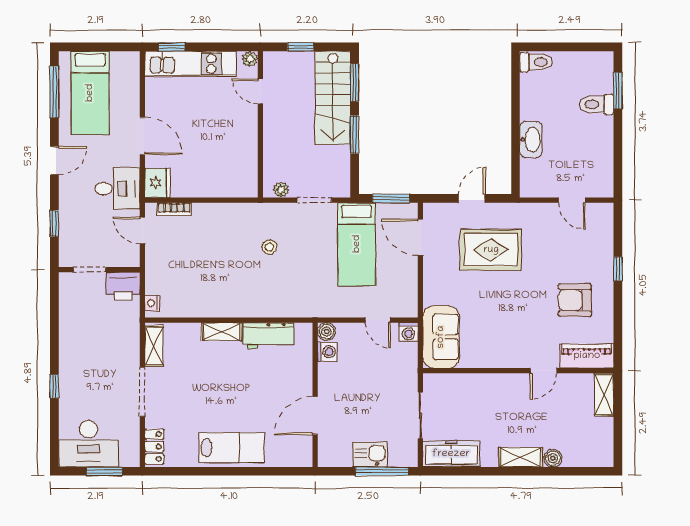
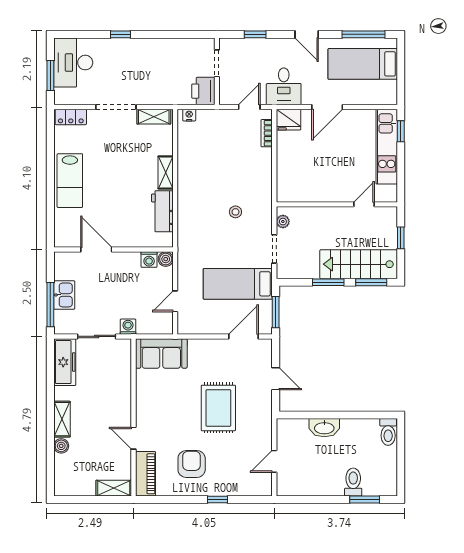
plant: (250, 59) -> (391, 196), removed
rug: (491, 250) -> (218, 408), moved
washing machine: (408, 332) -> (128, 327), moved, turned 90

